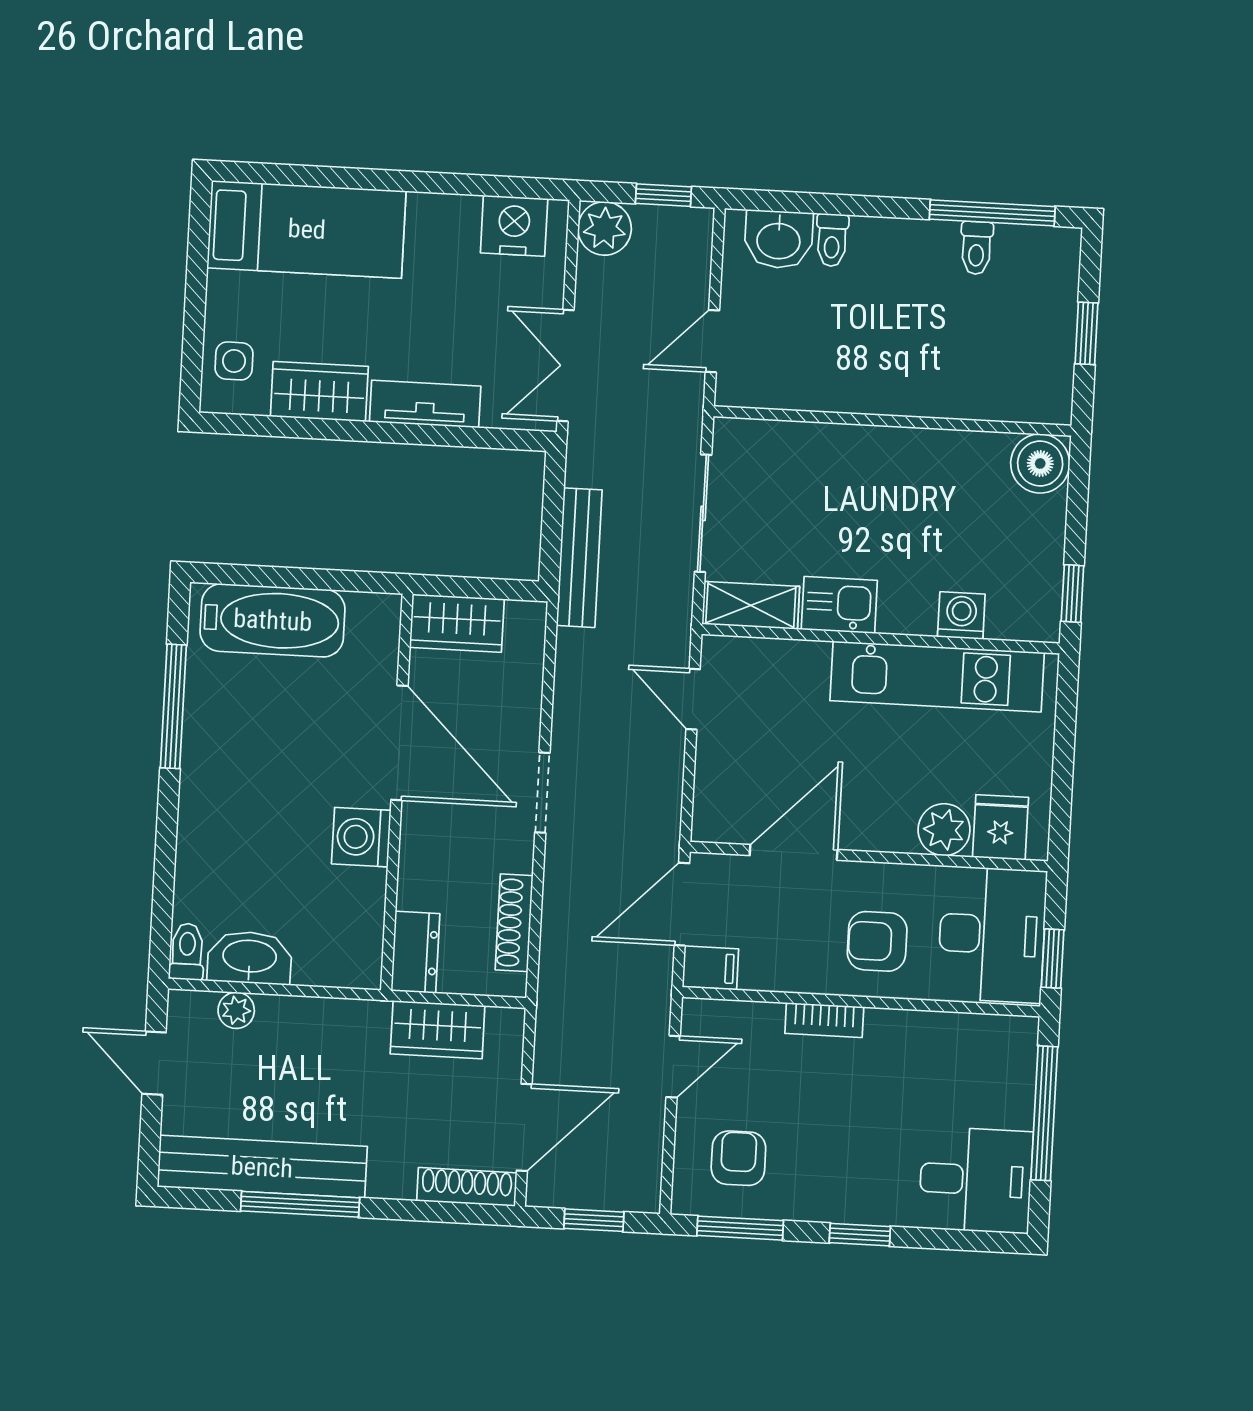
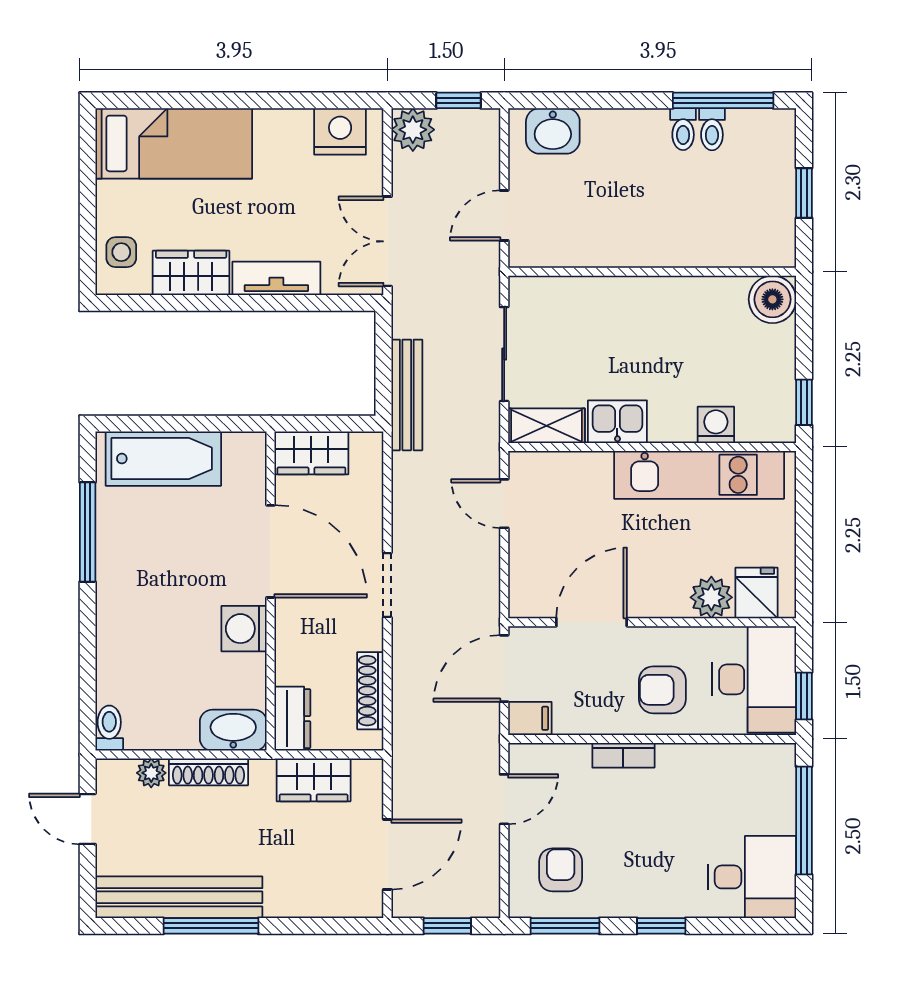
toilet: (832, 240) -> (683, 129), moved
washbasin: (250, 958) -> (233, 730), moved
shoe rack: (467, 1187) -> (209, 772), moved, turned 180

